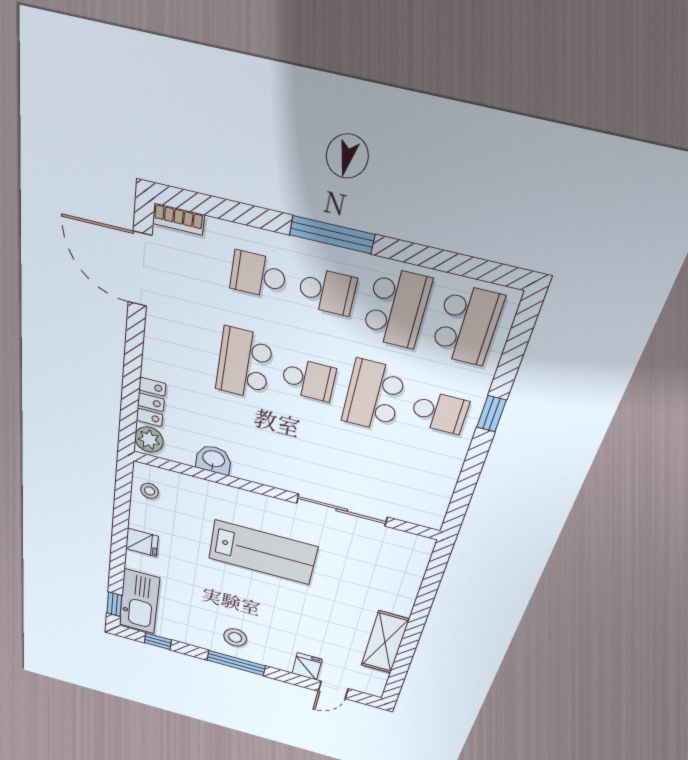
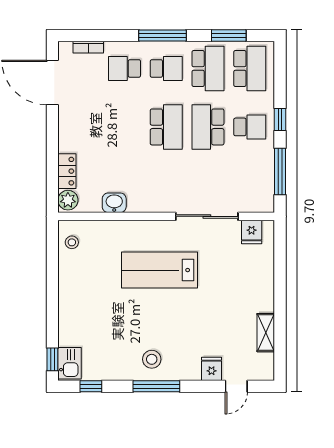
bookcase: (178, 219) -> (88, 47), moved
window: (447, 262) -> (229, 35), added
school desk: (244, 363) -> (125, 127), removed
school desk: (308, 379) -> (166, 127), width x1.85
window: (467, 483) -> (280, 171), added
fridge: (142, 542) -> (252, 232), moved, turned 90
lab bench: (263, 552) -> (160, 270), turned 180
kitchen sink: (139, 602) -> (70, 363), width x0.53, depth x0.81
shelving: (385, 642) -> (266, 333), width x0.67, depth x0.75

